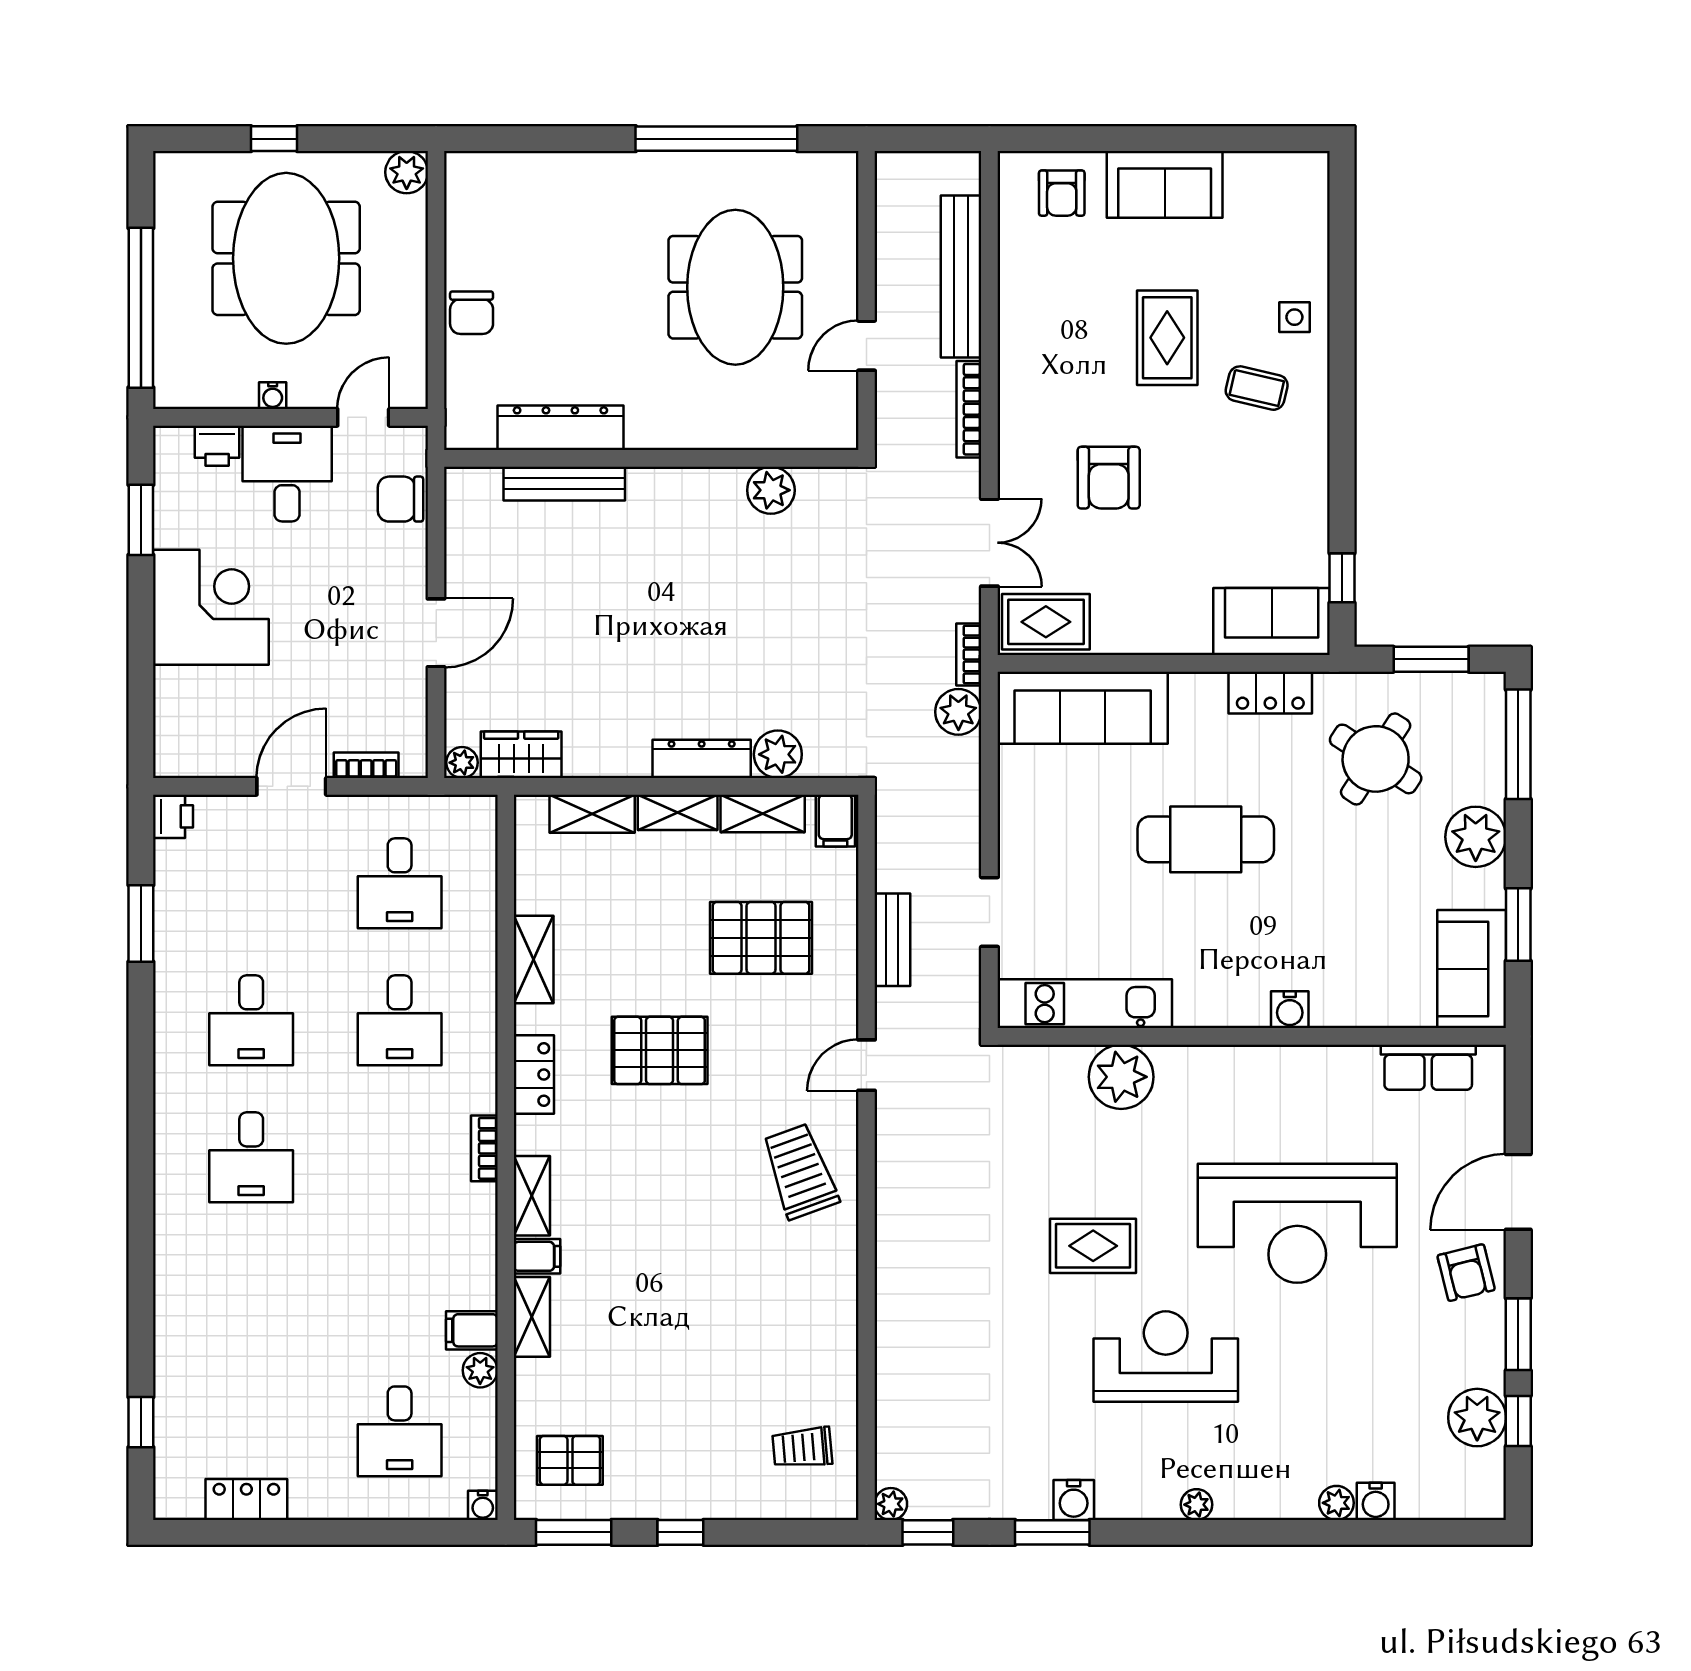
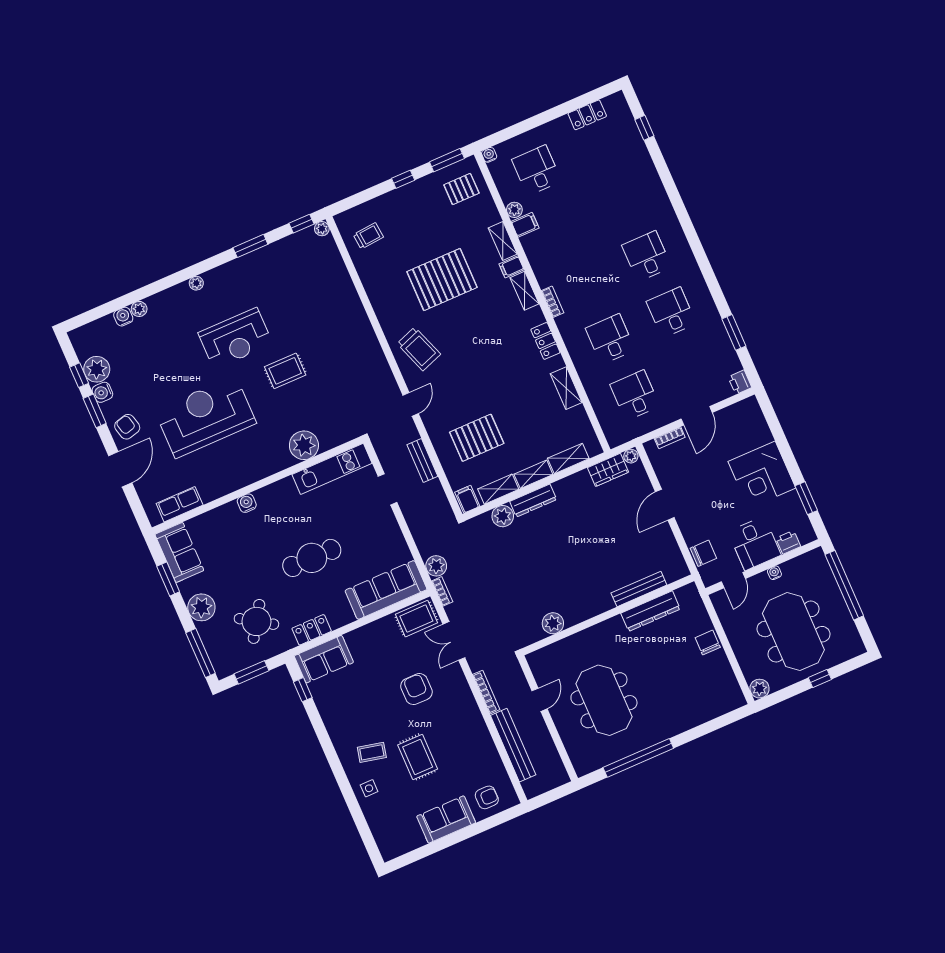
armchair: (1062, 193) -> (487, 797), turned 90
pallet: (660, 1050) -> (442, 280), moved, width x1.37, depth x1.41
water cooler: (1074, 1500) -> (102, 392), moved, turned -90

